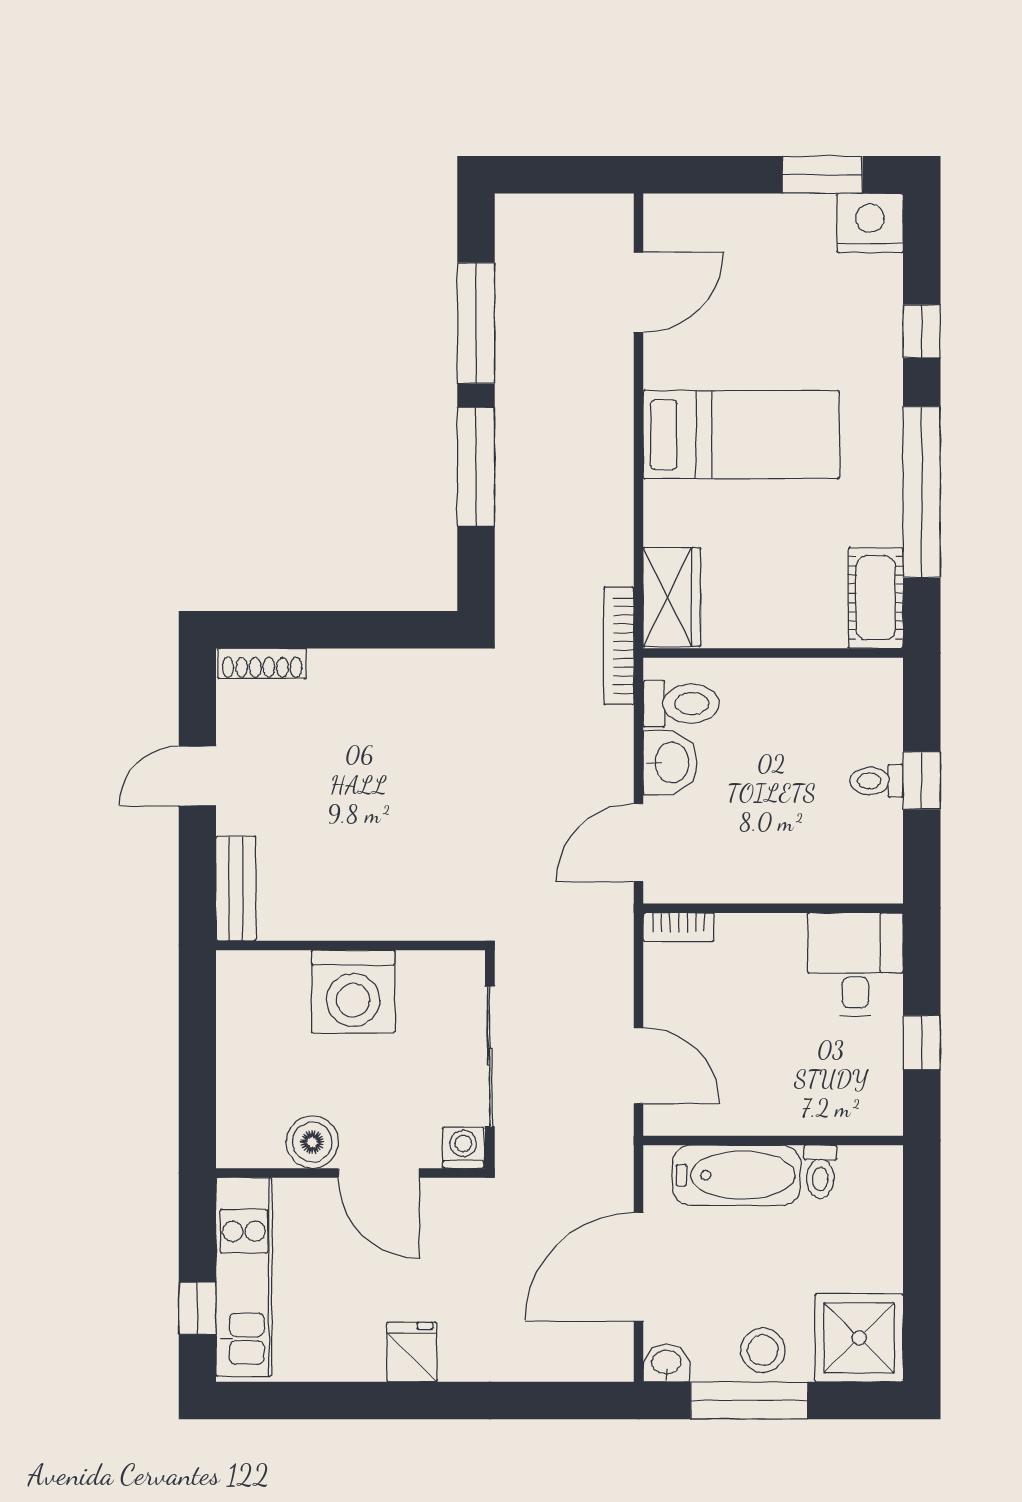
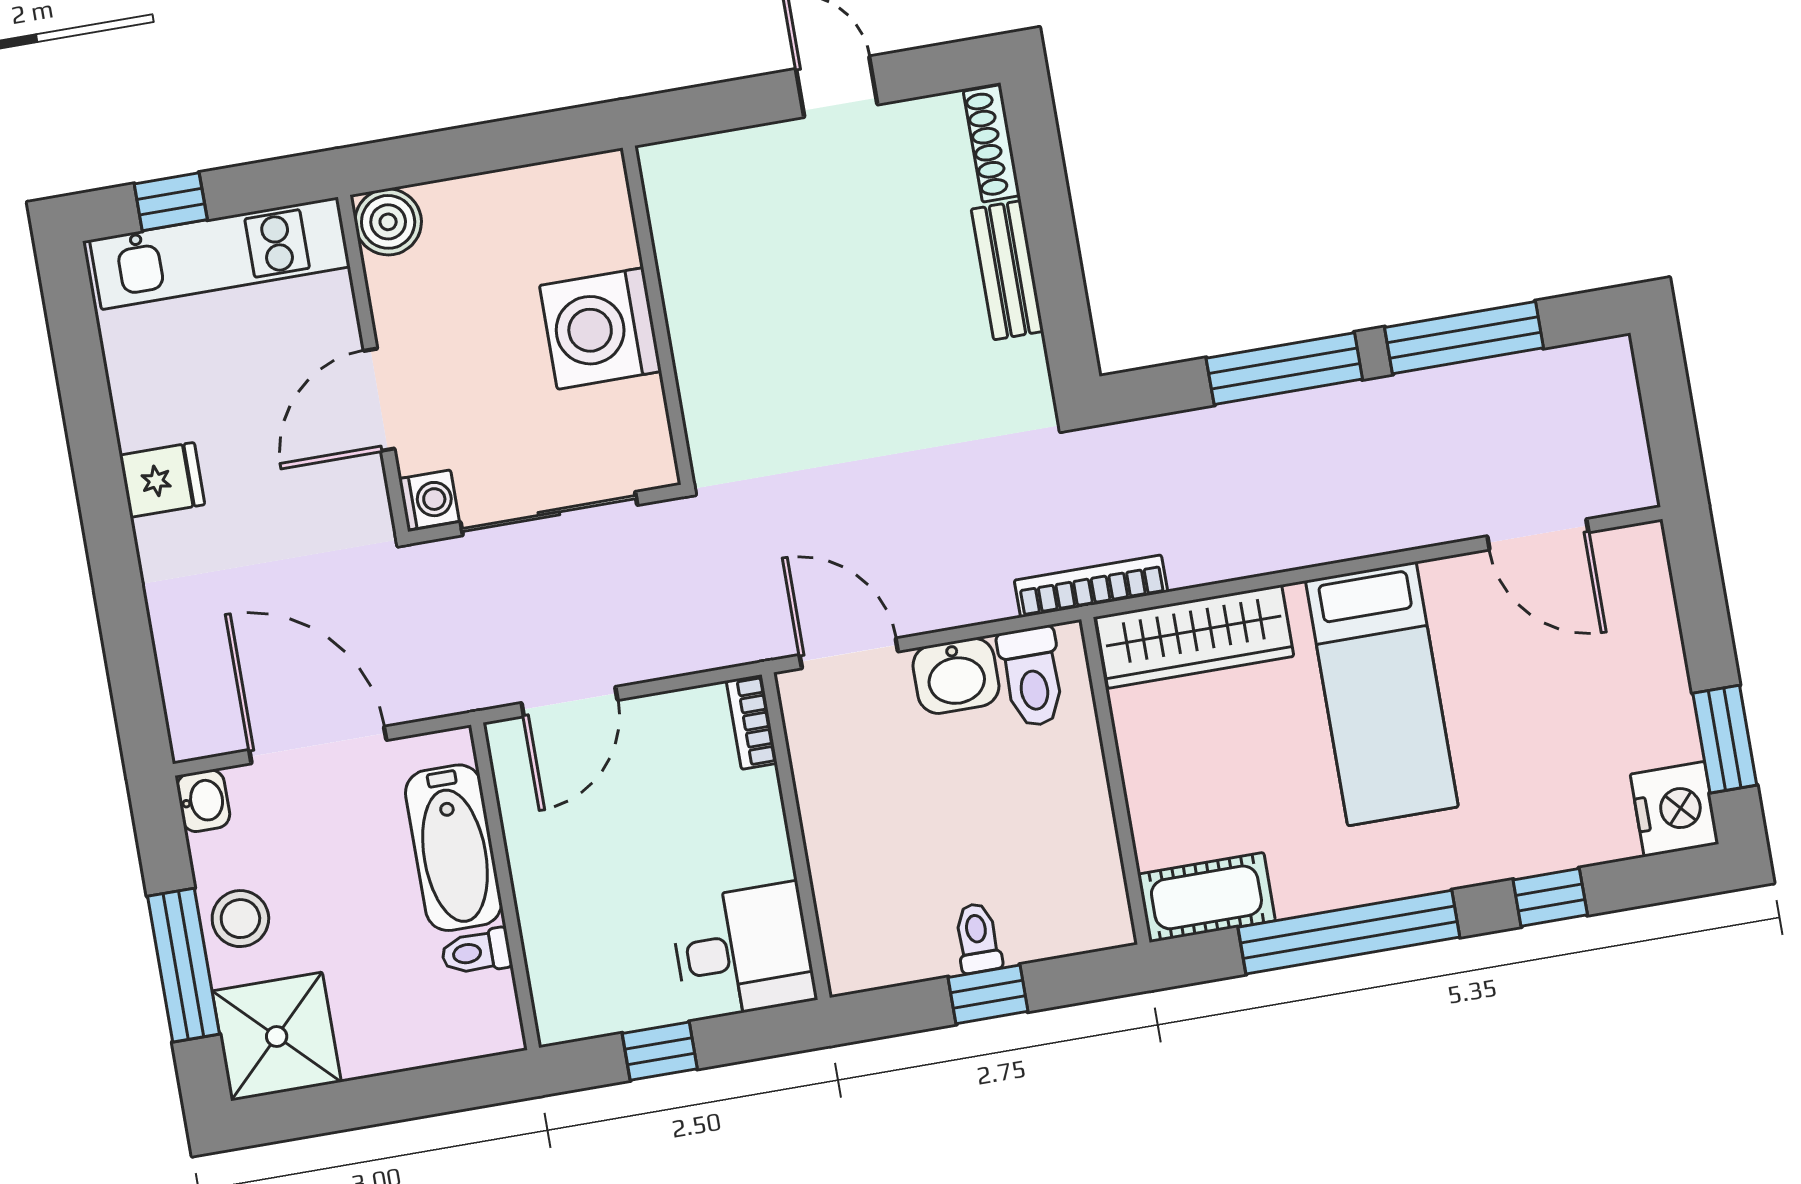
wardrobe: (672, 597) -> (1195, 637), width x1.50
bench: (236, 888) -> (1007, 270), moved, turned 90
boiler: (312, 1142) -> (388, 222), moved
window: (749, 1400) -> (184, 965), moved

